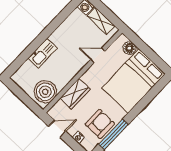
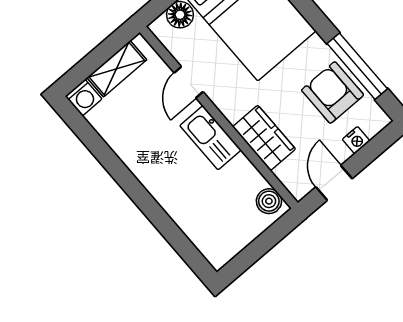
kitchen sink: (43, 53) -> (210, 138), moved, turned 180
boiler: (45, 92) -> (269, 201), width x0.54, depth x0.54

